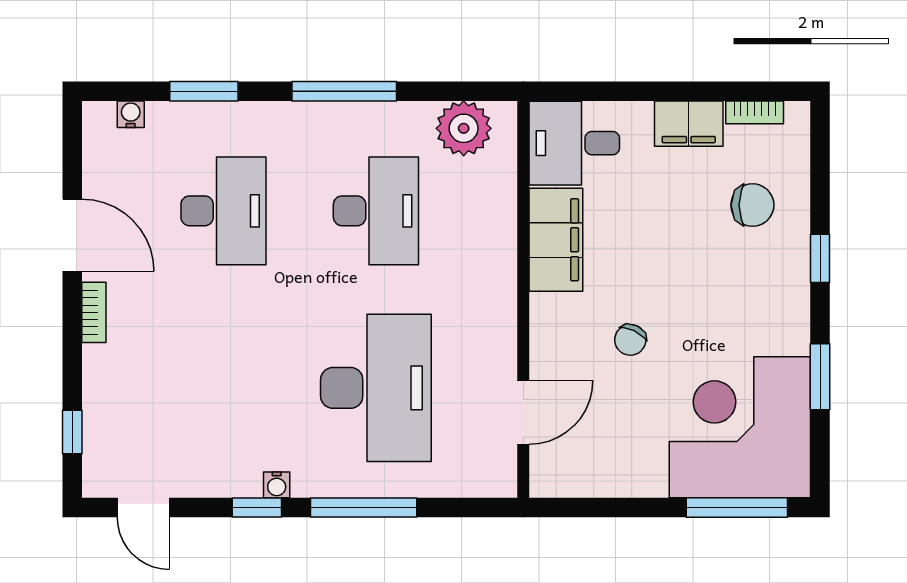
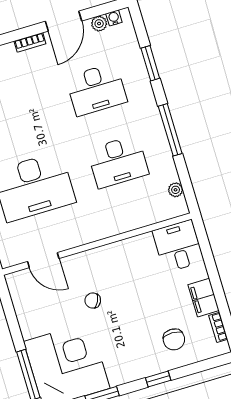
water cooler: (131, 114) -> (114, 18), moved, turned -90
plant: (464, 128) -> (176, 190), width x0.53, depth x0.53
plant: (97, 168) -> (99, 24), added
filing cabinet: (556, 240) -> (130, 251), removed

